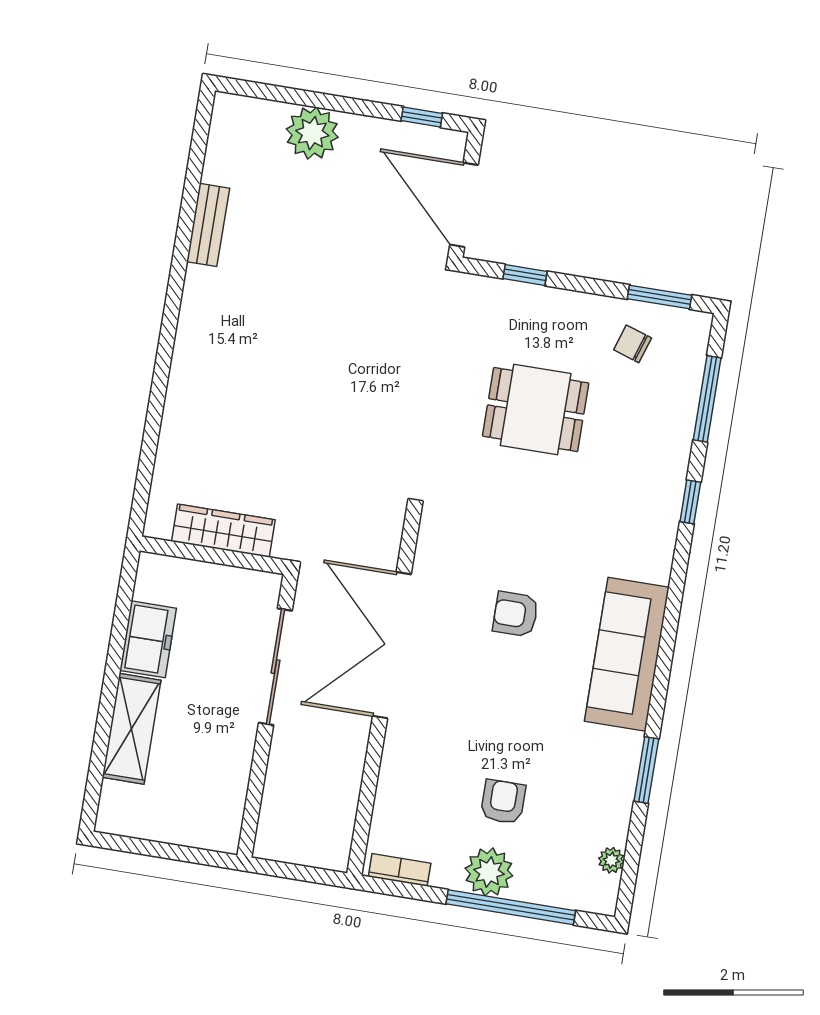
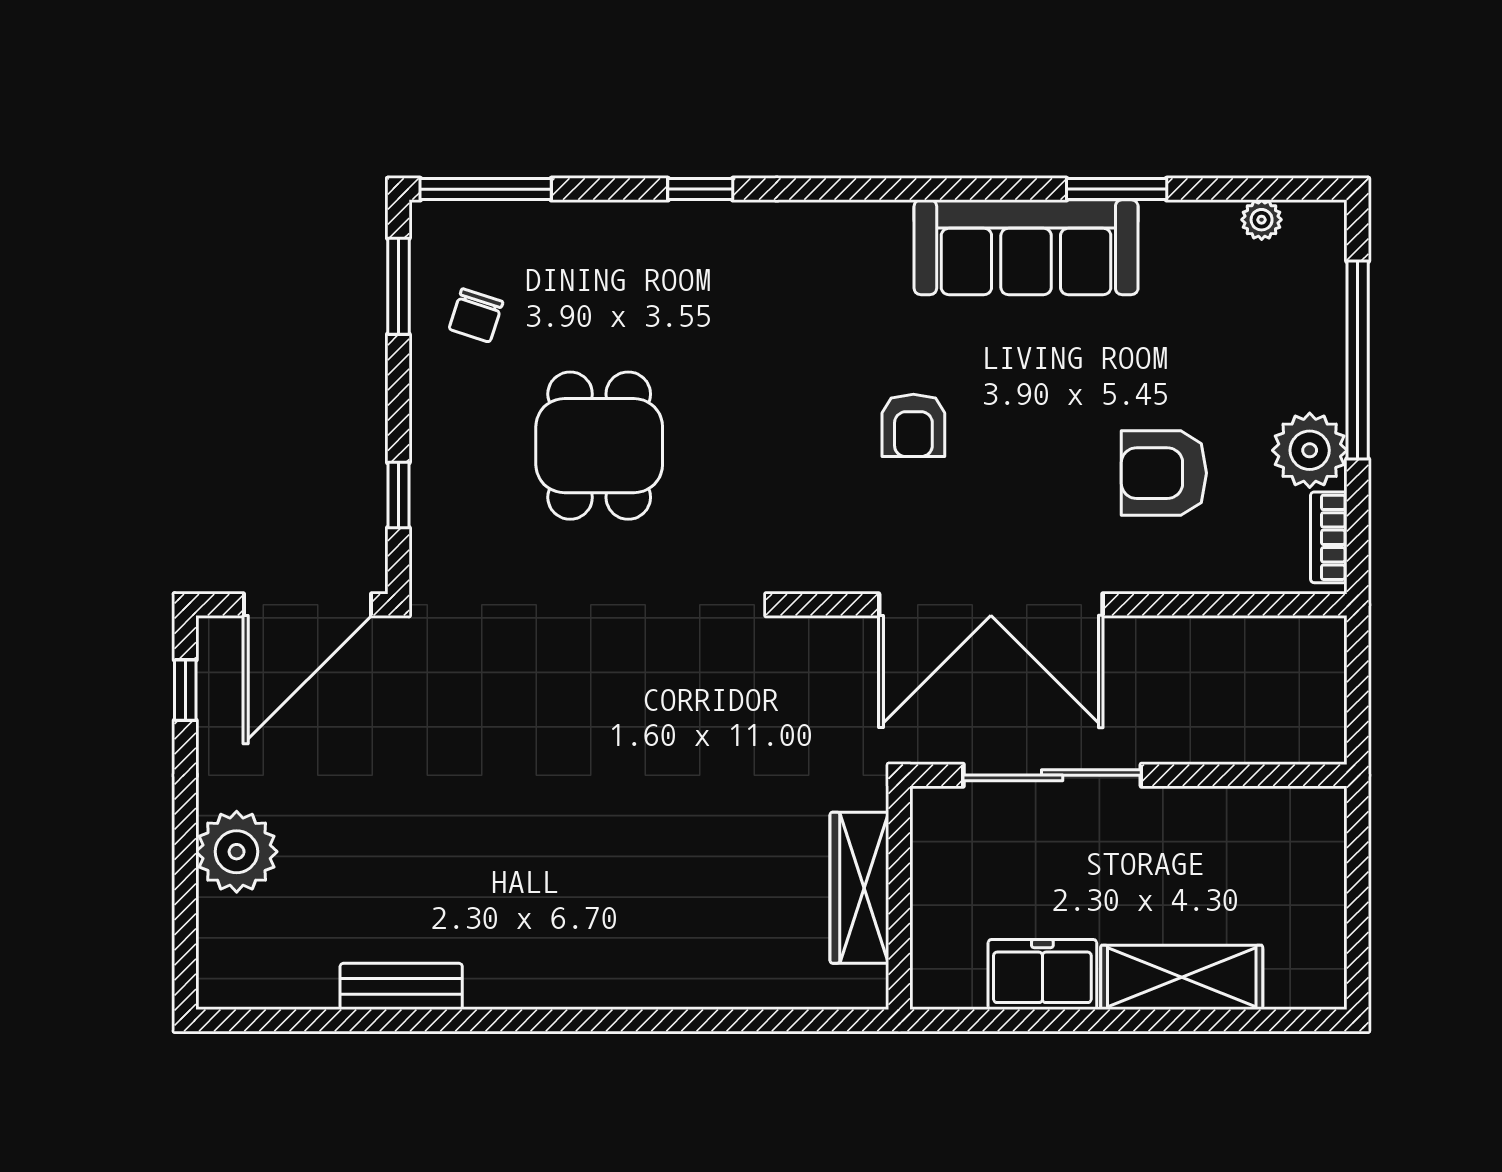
window: (707, 399) -> (486, 189), moved
sofa: (627, 654) -> (1026, 247), moved
armchair: (503, 802) -> (1164, 473), moved, width x1.38, depth x1.38
plant: (489, 872) -> (1310, 450), moved

